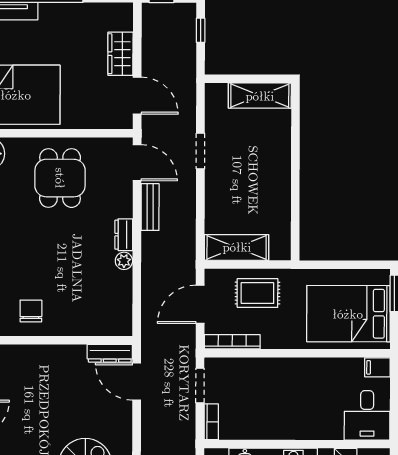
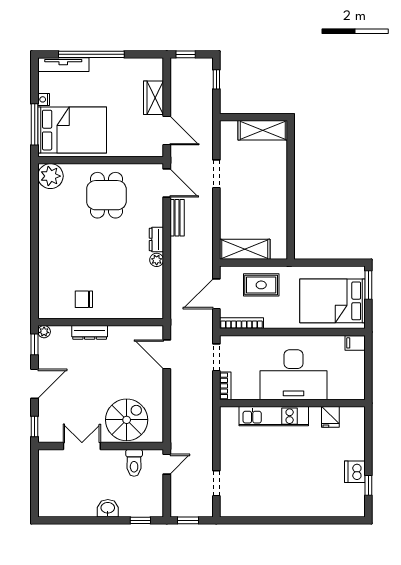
chair: (31, 311) -> (84, 299), turned -90
dresser: (110, 353) -> (90, 332), moved
desk: (367, 415) -> (294, 375), moved, width x1.87, depth x1.30

